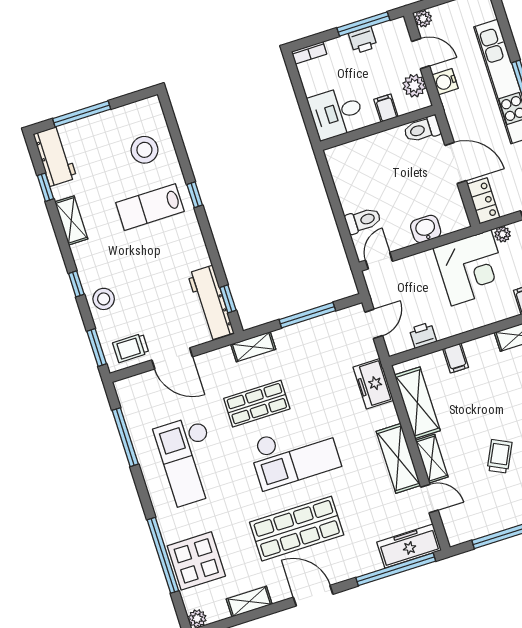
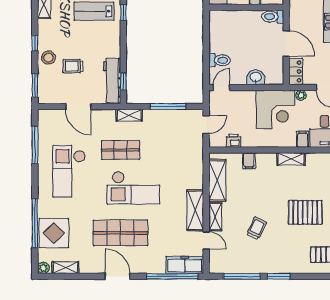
trolley: (131, 348) -> (73, 66), moved
freezer: (373, 384) -> (194, 160), removed
shelving: (249, 602) -> (65, 268), moved

